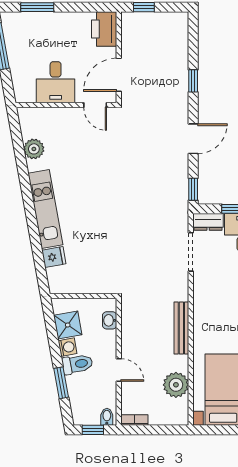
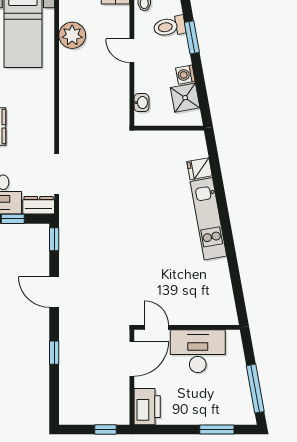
desk: (56, 82) -> (198, 351), width x1.37
door: (193, 139) -> (54, 292), hinge flipped
plant: (34, 149) -> (220, 281), removed
bench: (181, 328) -> (67, 95), removed
toilet: (77, 364) -> (170, 26), moved

